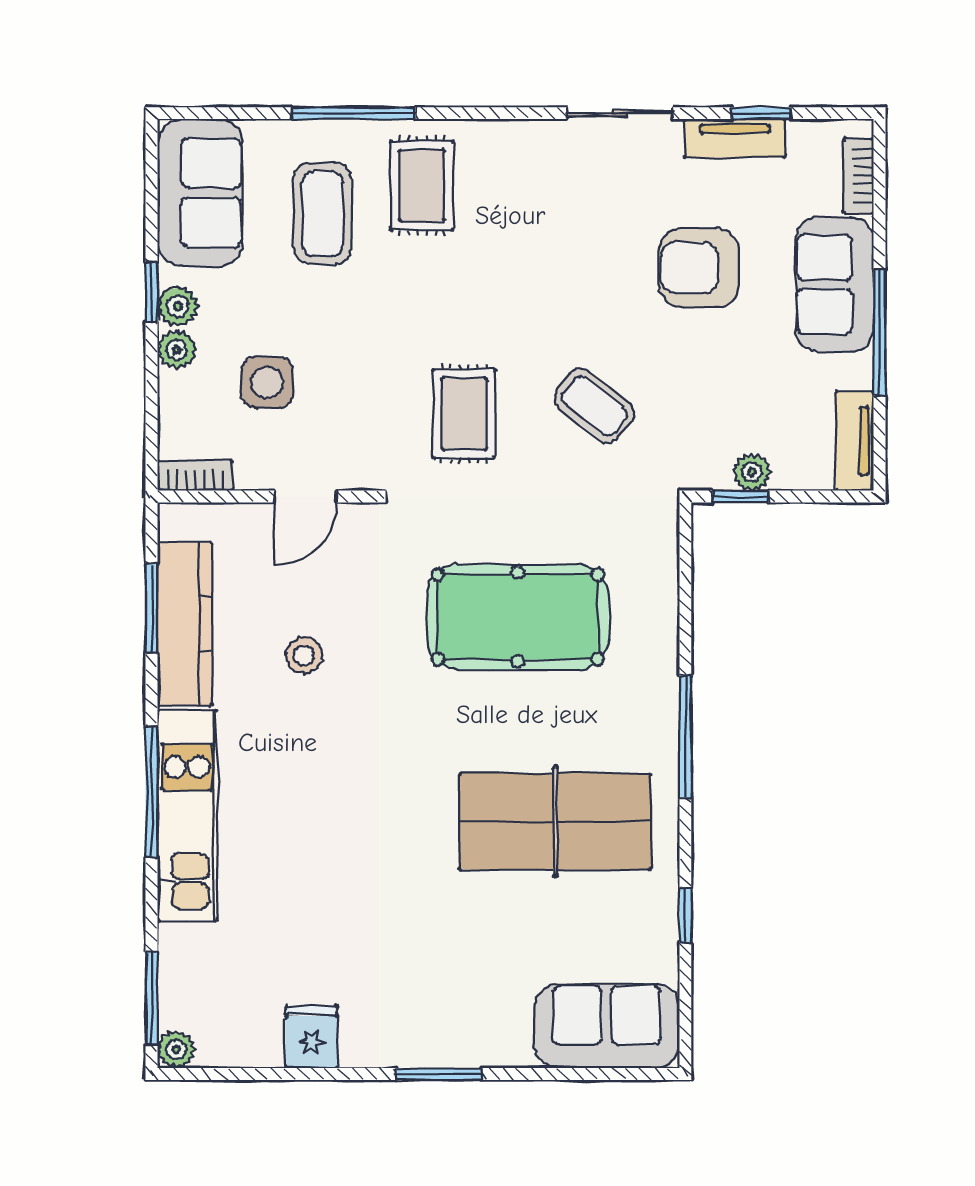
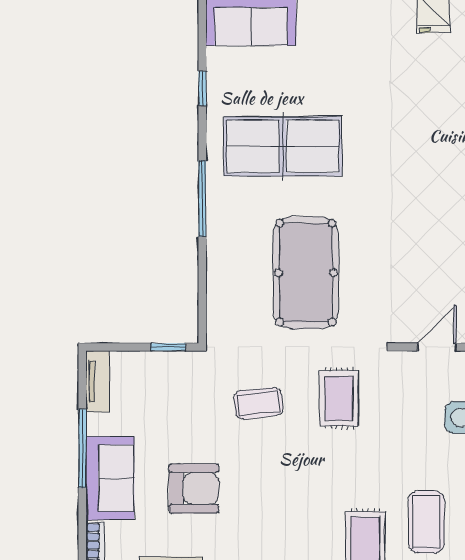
coffee table: (594, 406) -> (258, 403), turned -44
plant: (752, 472) -> (161, 362), removed
pool table: (518, 617) -> (306, 273), turned 90
stool: (304, 655) -> (438, 249), removed

